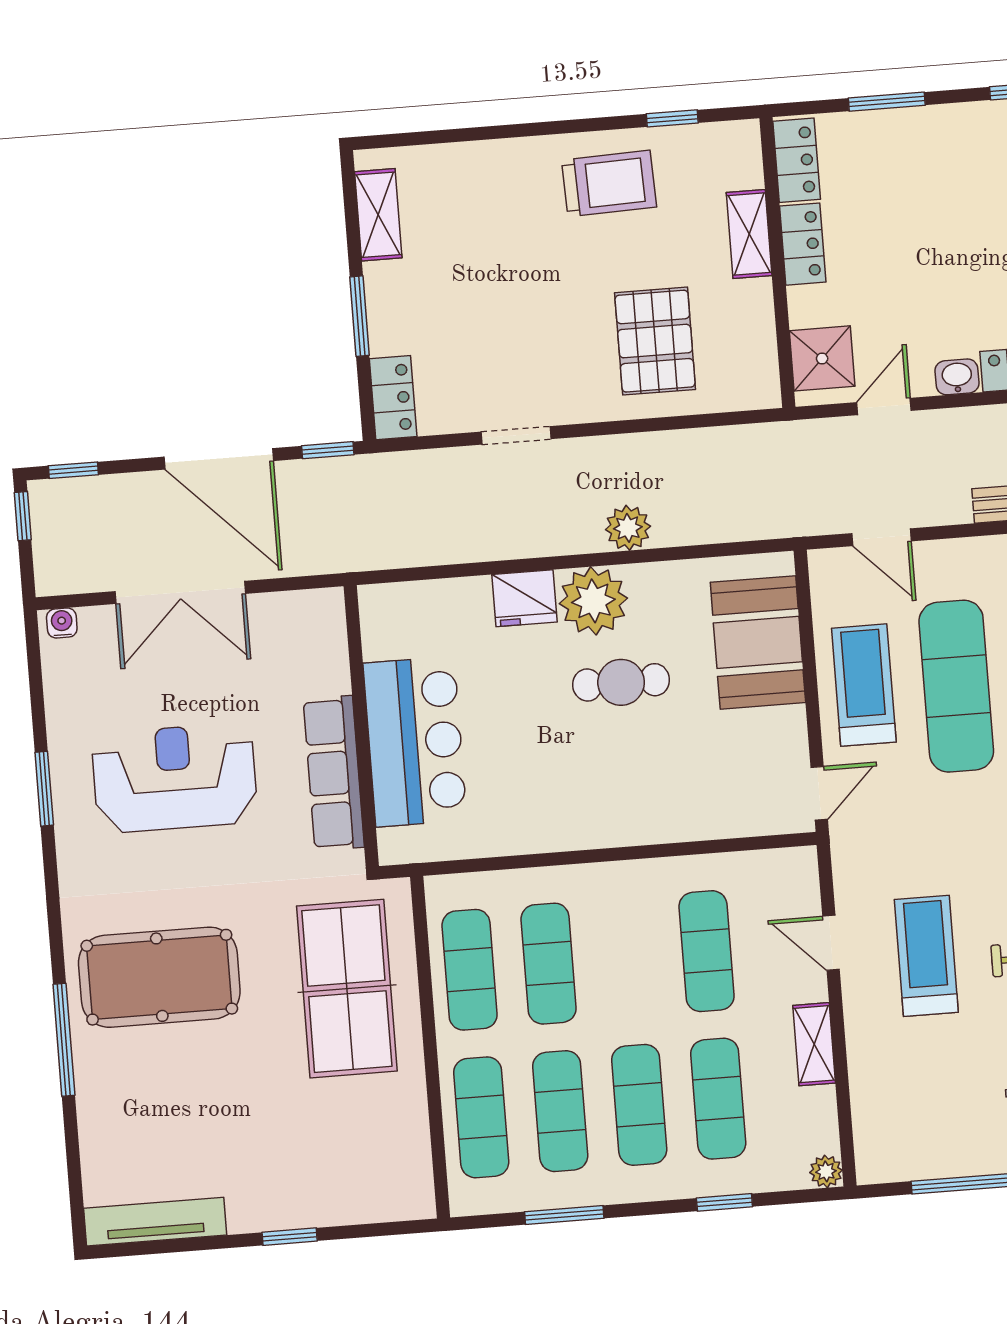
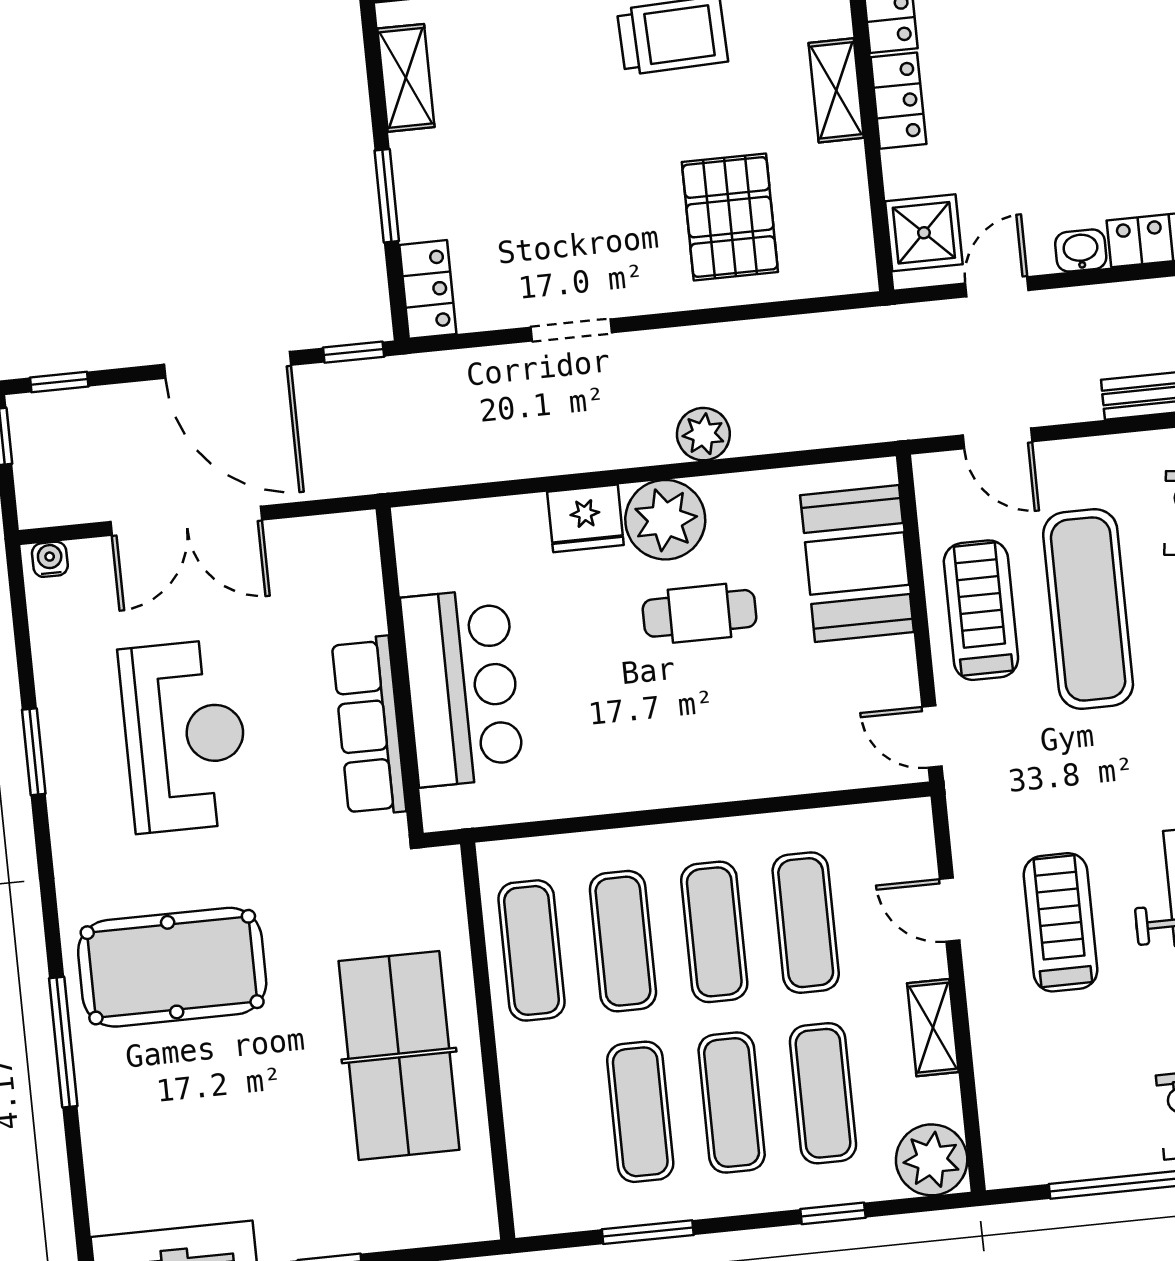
reception desk: (175, 778) -> (185, 736), turned 90
door: (819, 793) -> (932, 737), swing flipped
table tennis table: (347, 989) -> (399, 1055), moved
exercise mat: (481, 1117) -> (714, 932), moved
plant: (826, 1171) -> (932, 1160), width x1.87, depth x1.87

